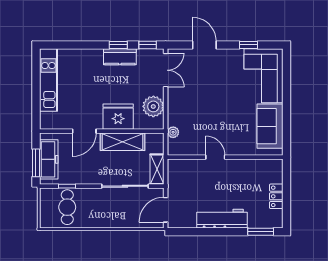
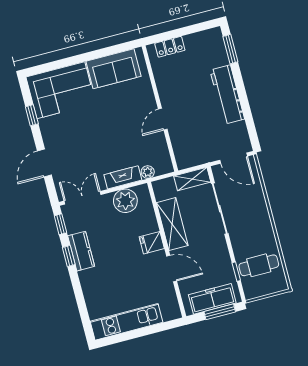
fireplace: (174, 110) -> (123, 177), added
fridge: (118, 117) -> (152, 243), width x0.53, depth x0.75
locker: (276, 196) -> (170, 47), moved

